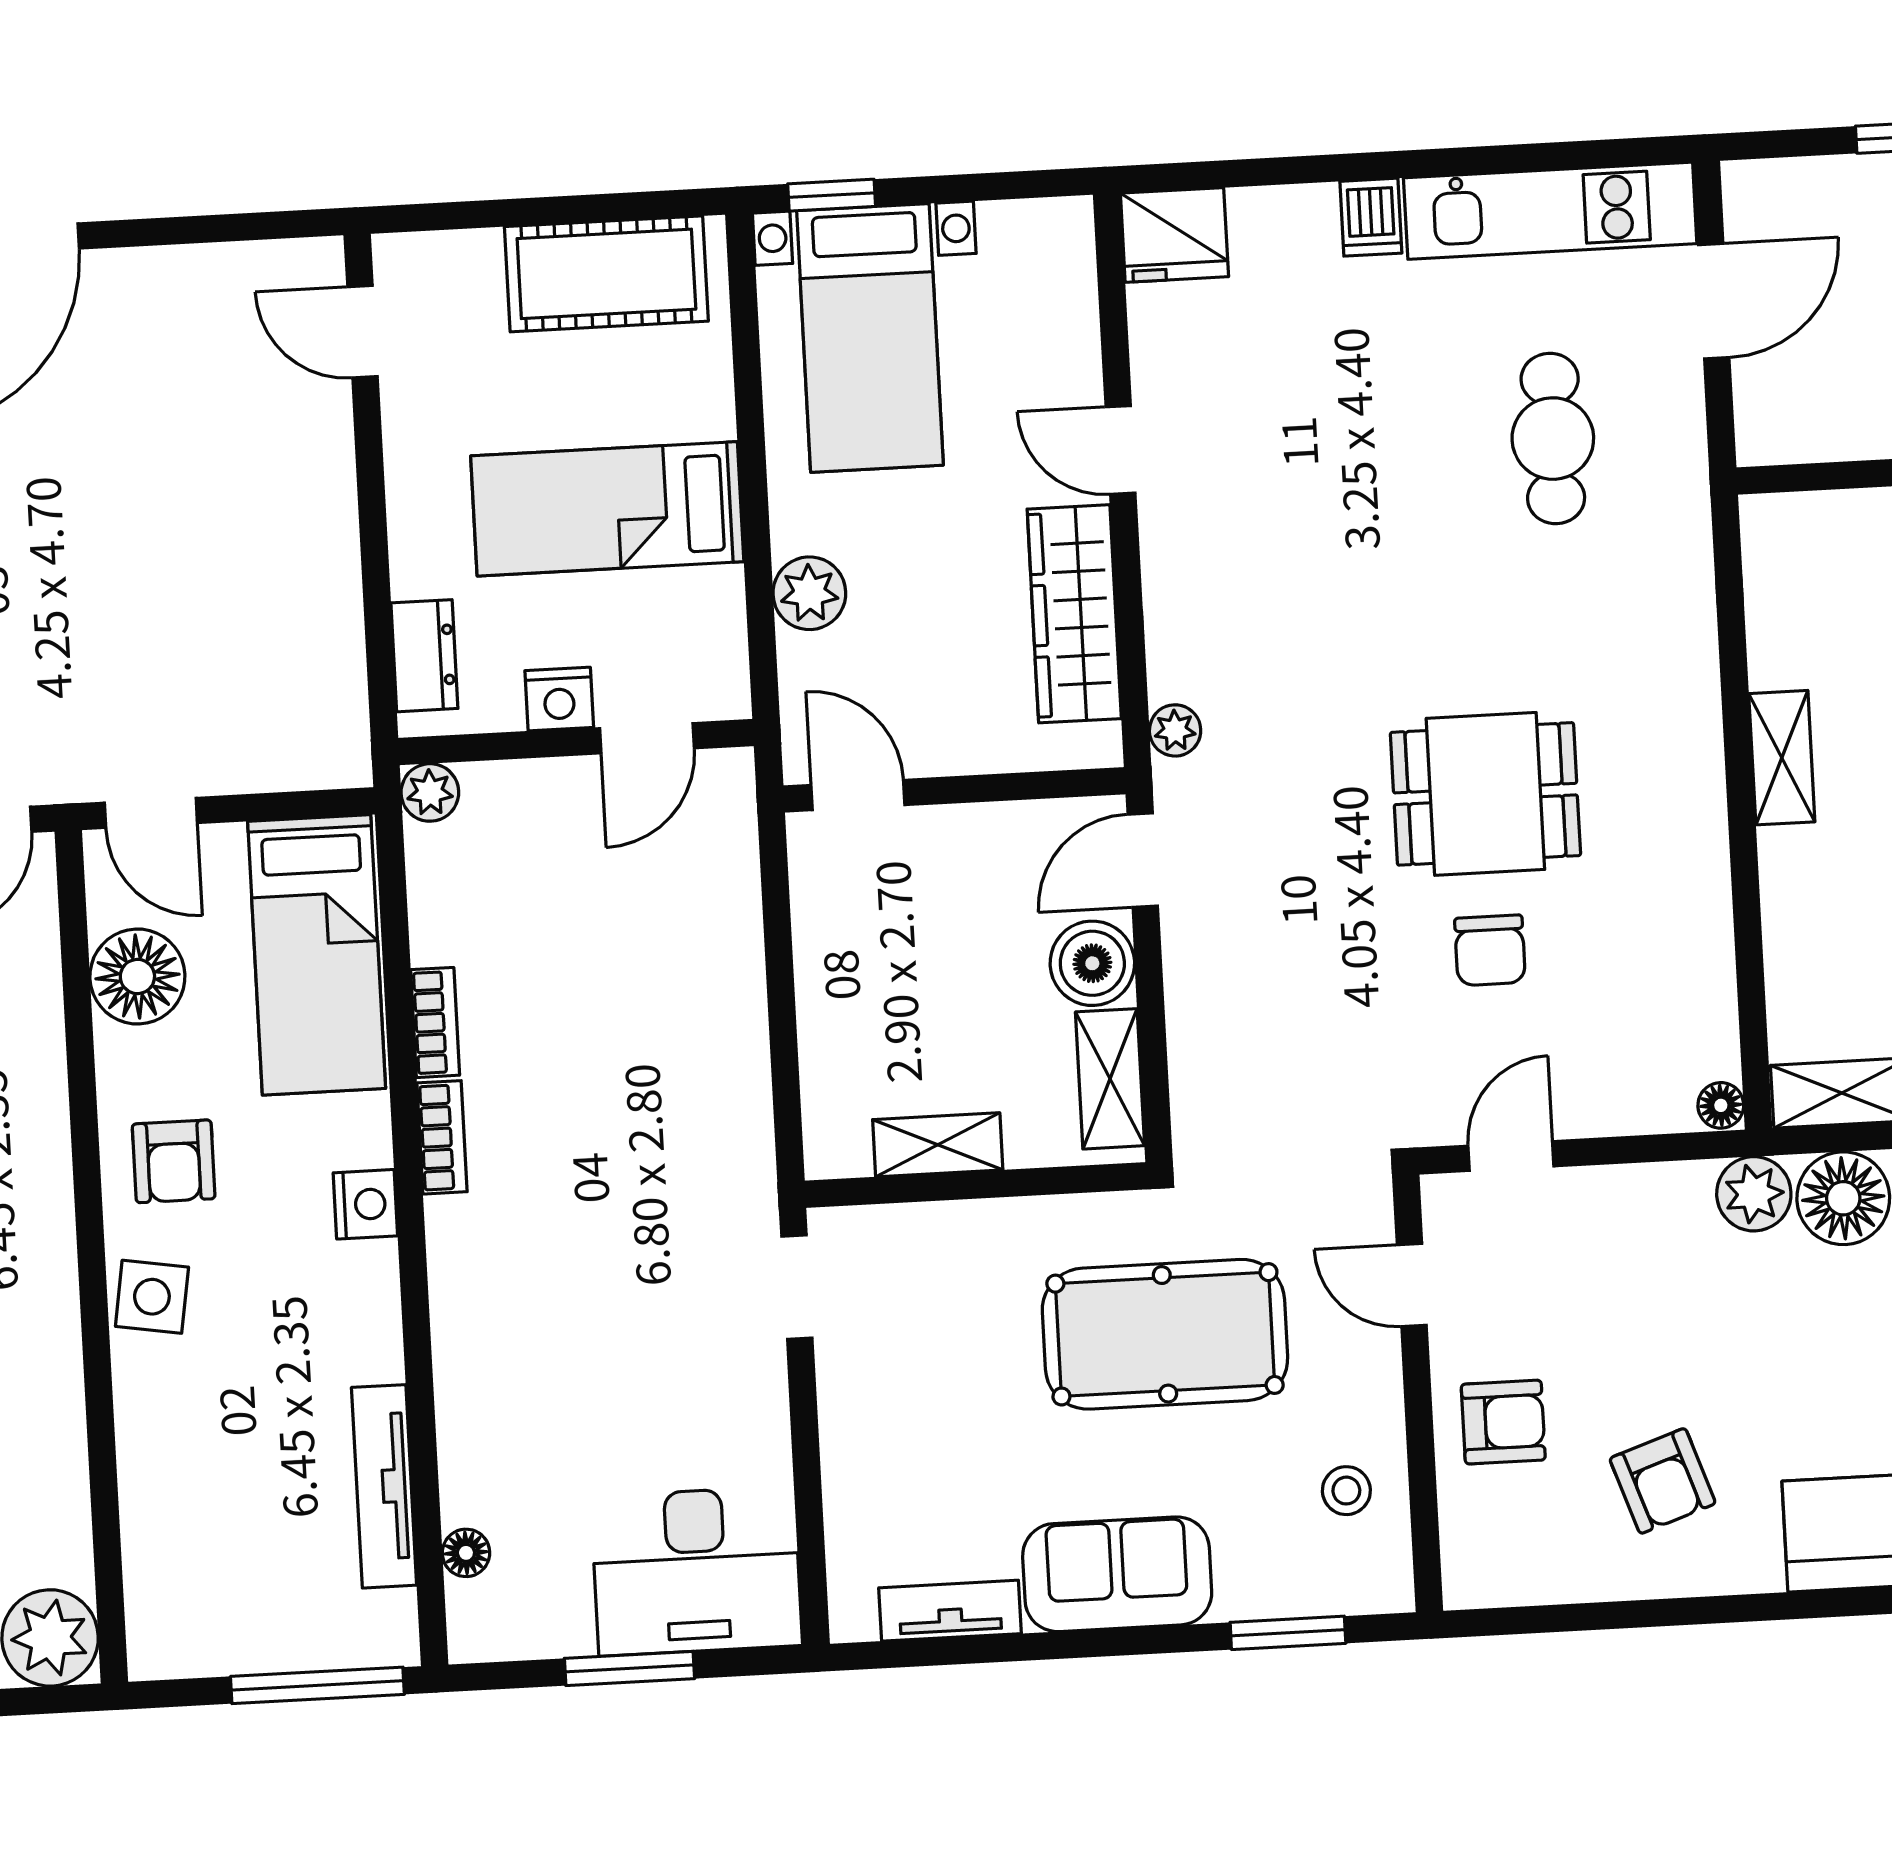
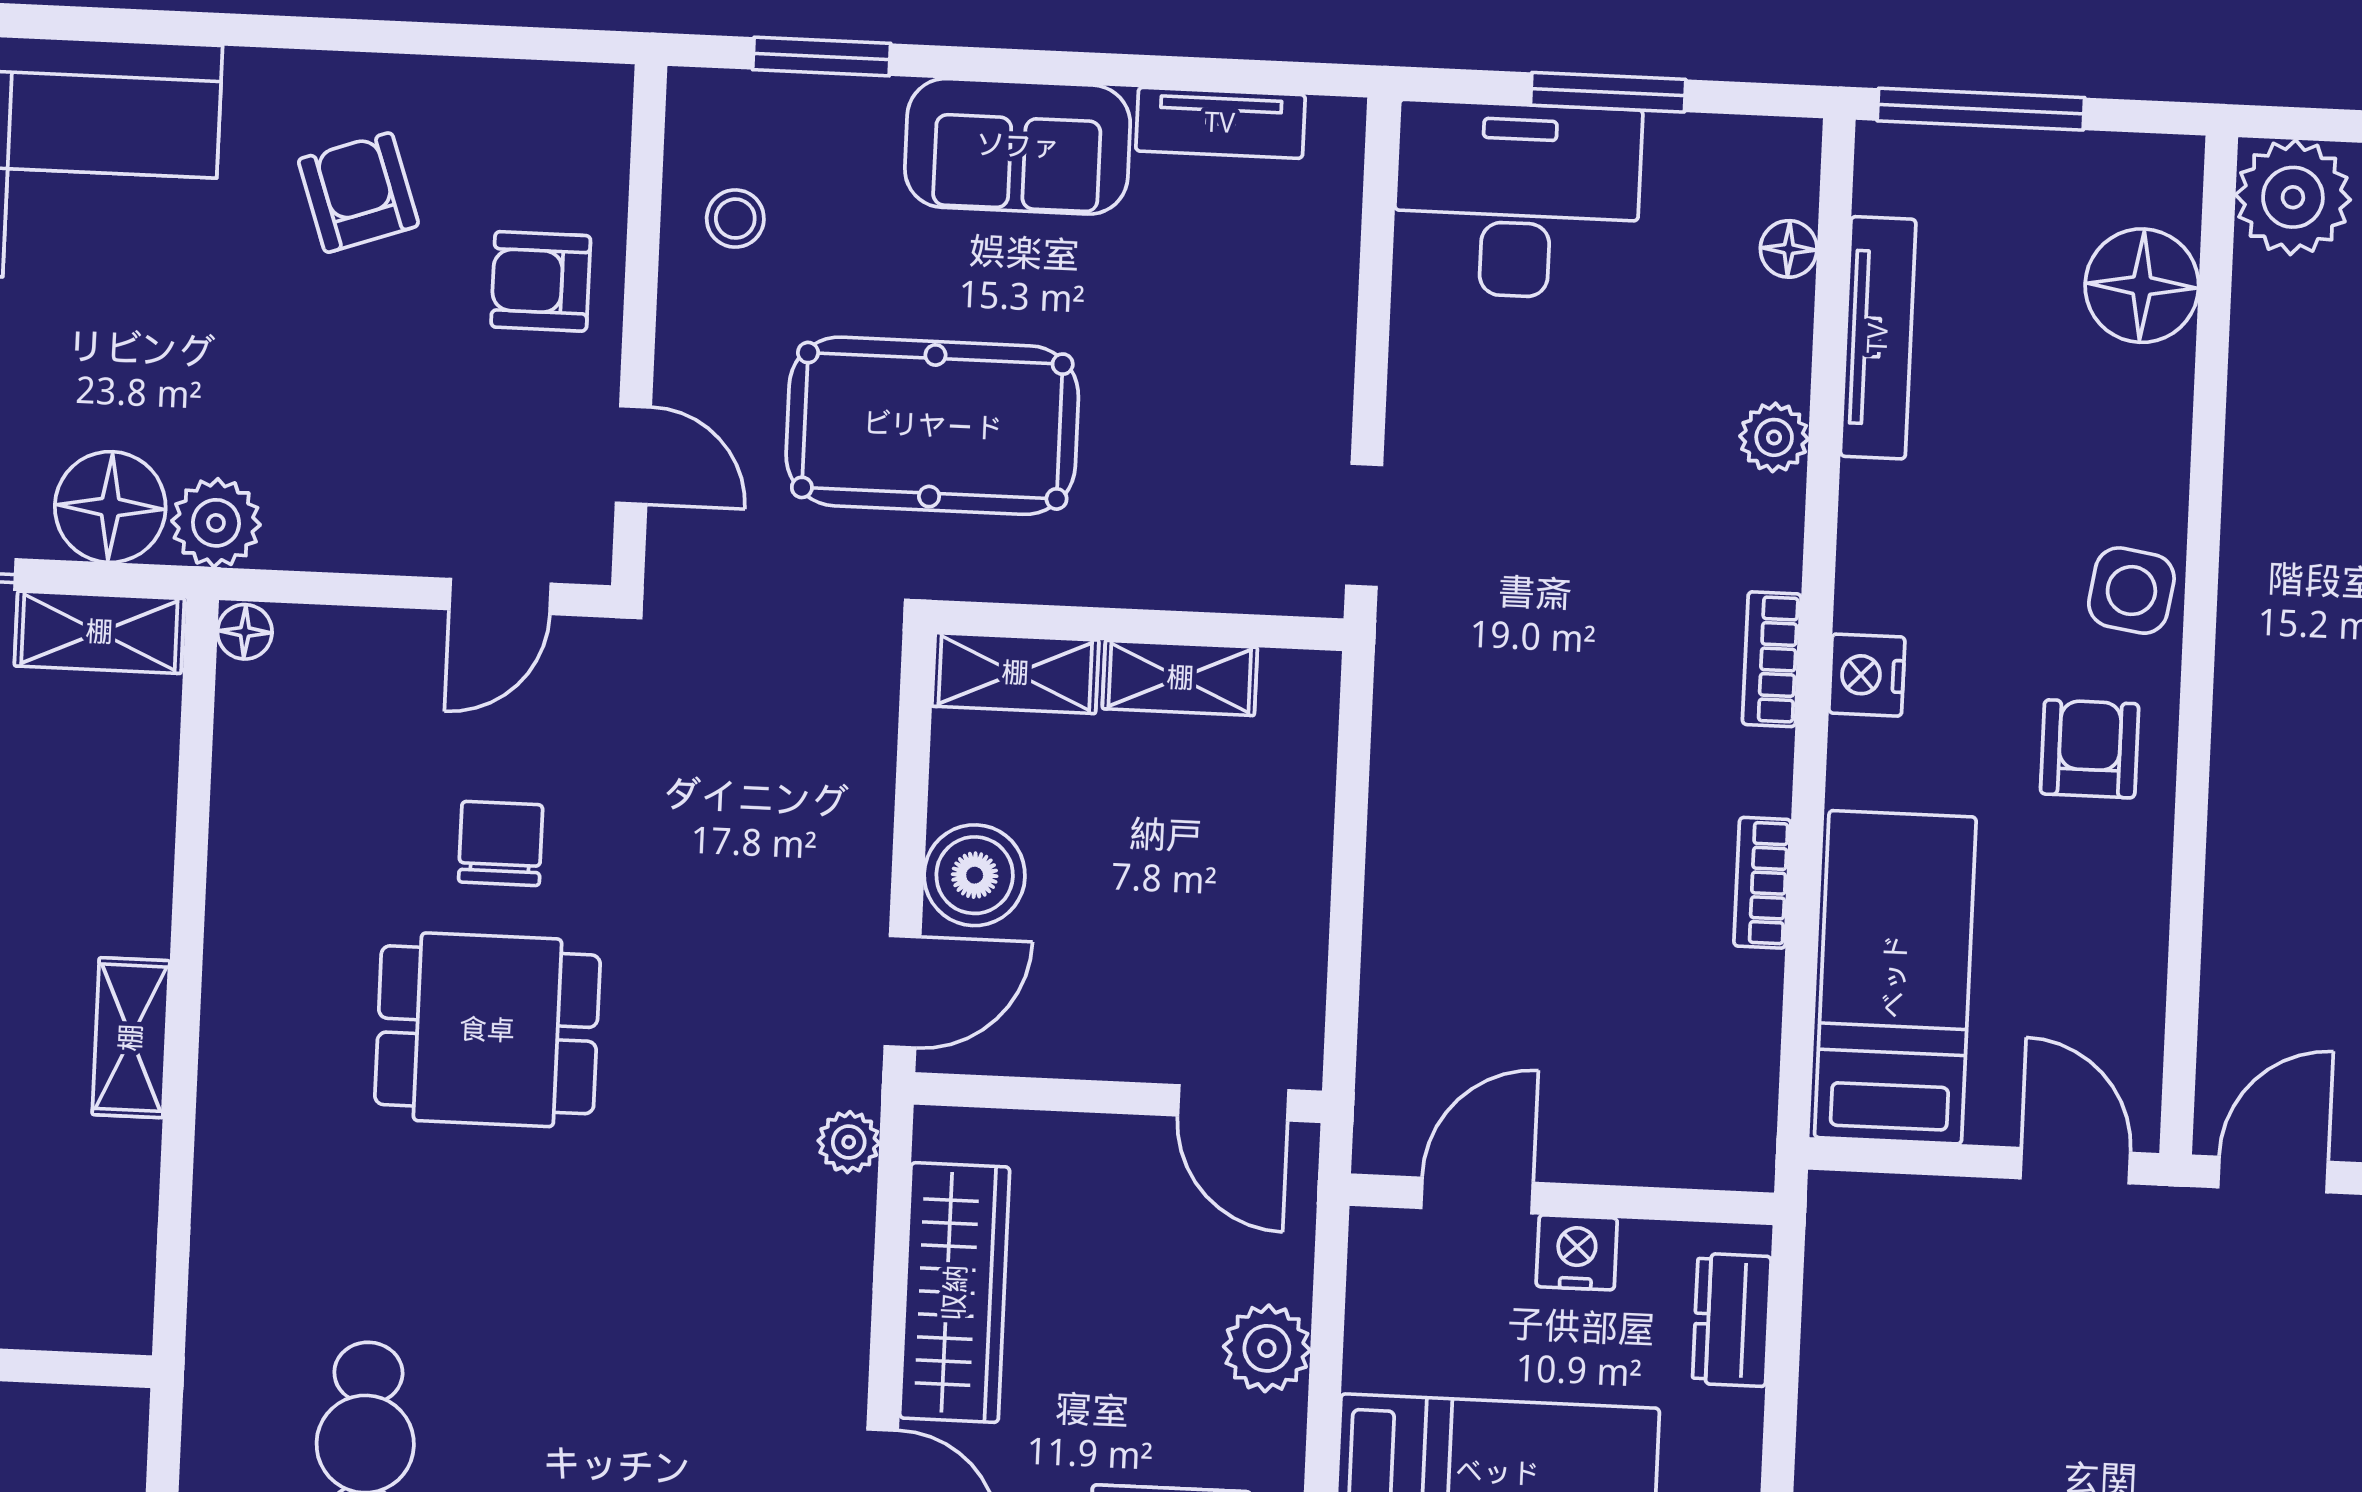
plant: (430, 792) -> (1774, 437), moved
floor lamp: (137, 977) -> (2142, 286), moved
shelving: (1110, 1079) -> (1015, 673), moved, turned 90
bookcase: (442, 1137) -> (1772, 659), moved

